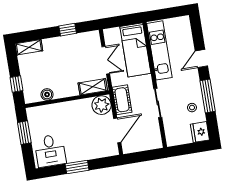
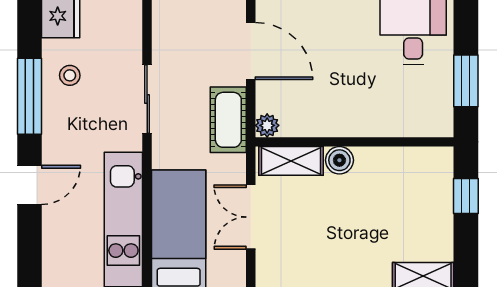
boiler: (47, 94) -> (339, 160), moved
plant: (102, 105) -> (267, 125), width x0.53, depth x0.53
door: (117, 130) -> (251, 51), swing flipped

